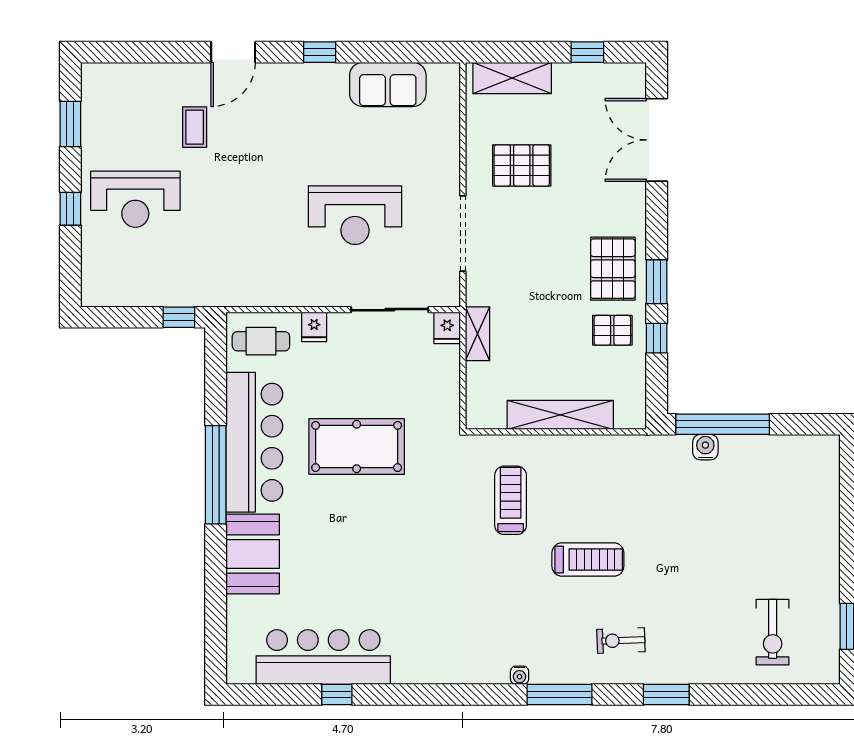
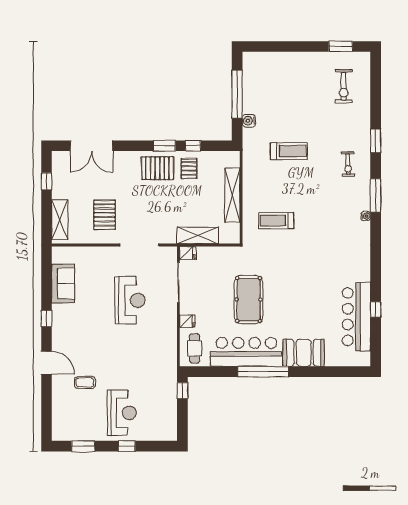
shelving: (478, 334) -> (198, 235), width x1.50, depth x1.33
window: (723, 424) -> (237, 94), moved
treadmill: (588, 560) -> (289, 151), moved, turned 90
exercise bike: (773, 632) -> (344, 86), turned 90

